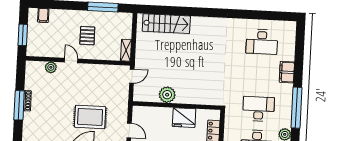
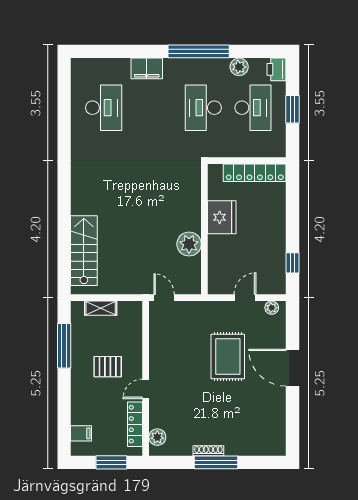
shelving: (126, 50) -> (101, 308), moved
locker: (48, 52) -> (135, 424), added
plant: (51, 67) -> (157, 437), moved

